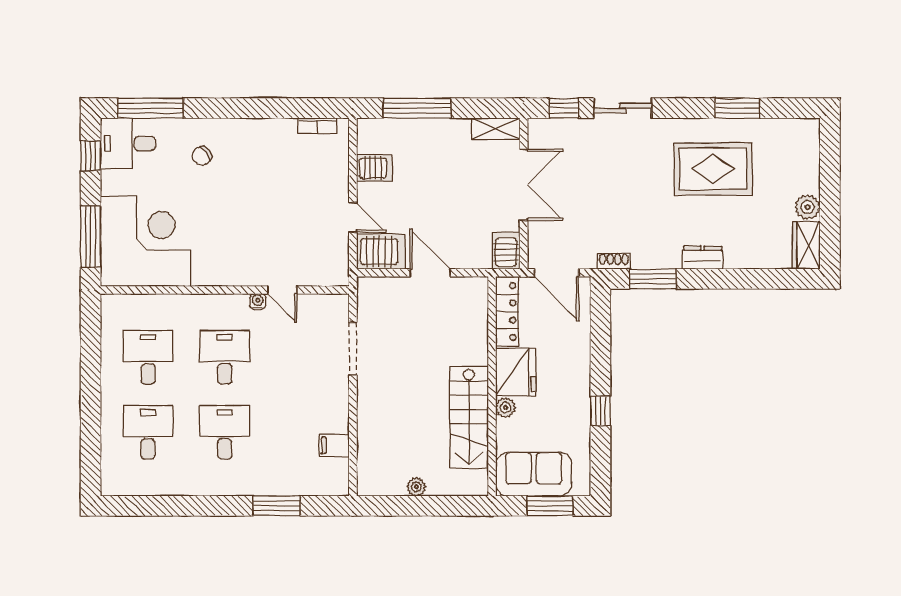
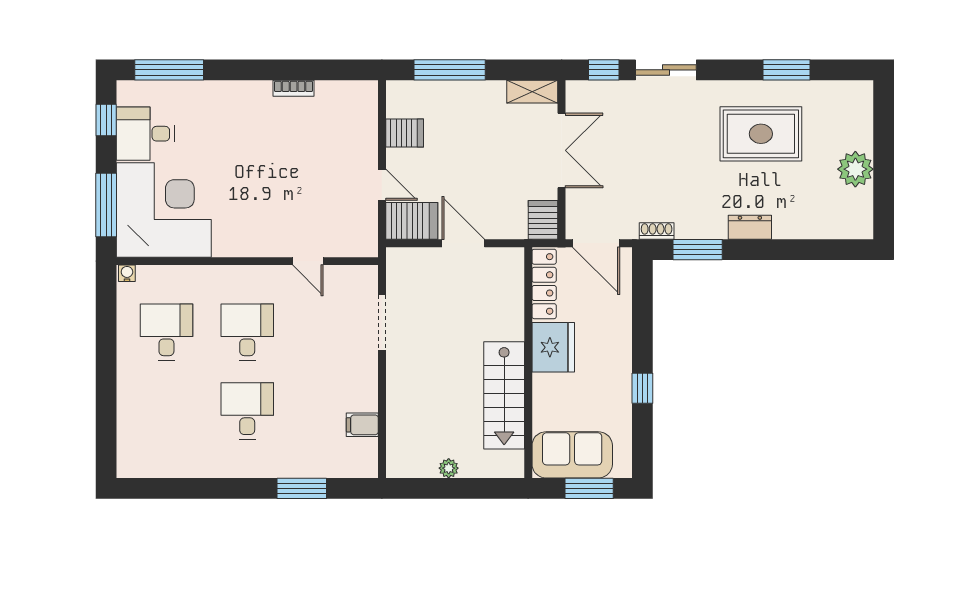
bookcase: (317, 126) -> (294, 88), moved
desk: (128, 143) -> (145, 134), moved
chair: (202, 156) -> (223, 120), removed
plant: (808, 207) -> (855, 169), width x1.36, depth x1.36
wardrobe: (806, 245) -> (859, 214), removed
water cooler: (258, 301) -> (127, 273), moved
plant: (506, 407) -> (543, 385), removed
desk: (148, 432) -> (166, 411), removed

